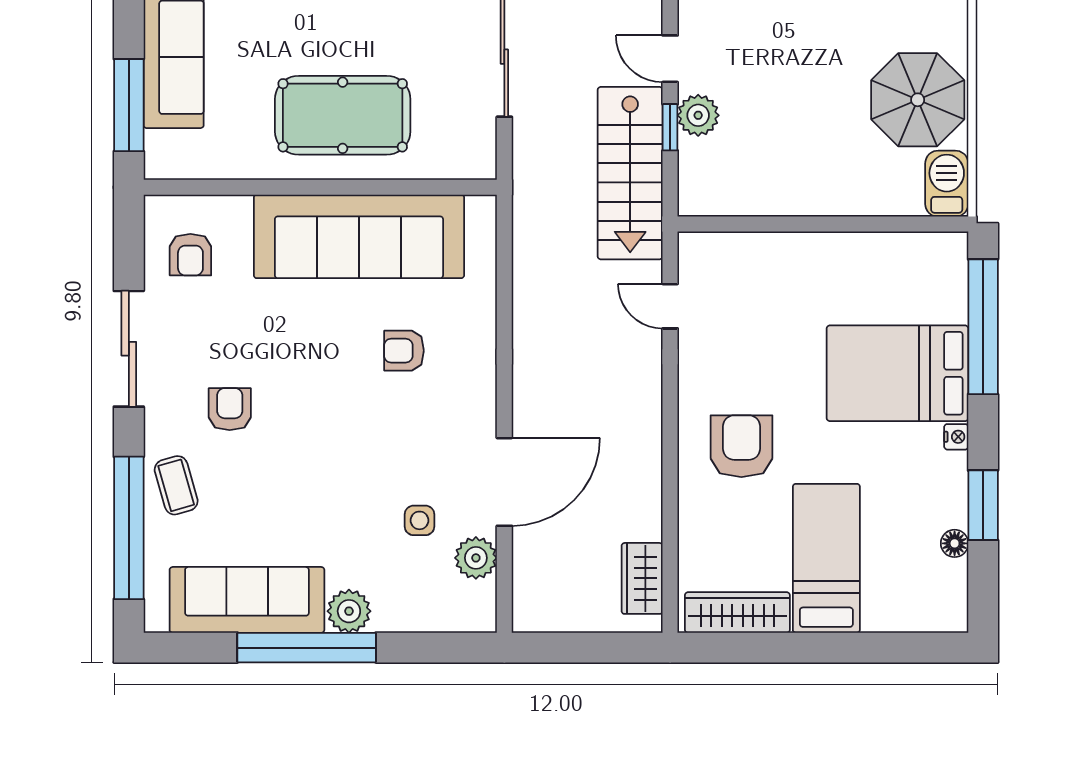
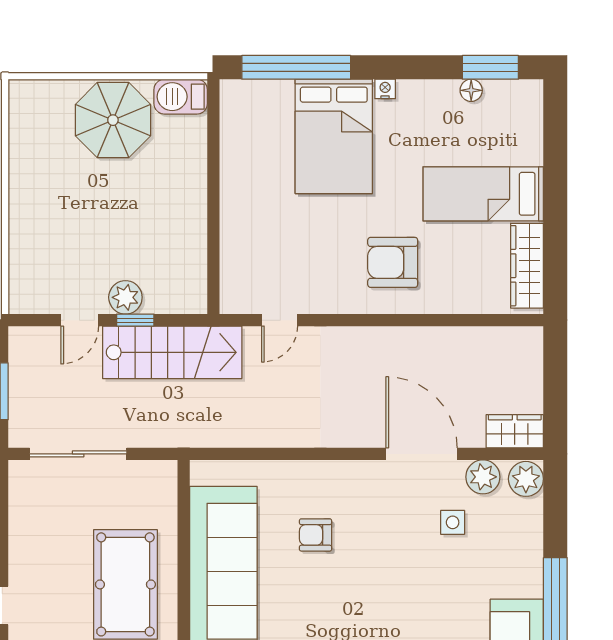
armchair: (404, 351) -> (316, 535), turned 90
window: (983, 505) -> (490, 67), moved
wardrobe: (642, 578) -> (515, 431), moved, turned 180
plant: (349, 611) -> (526, 479), moved

